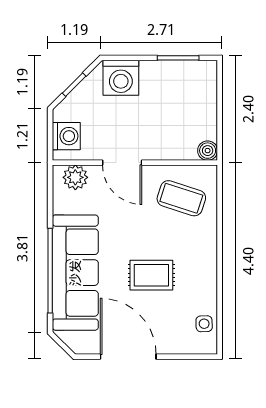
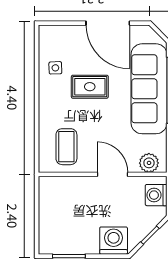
boiler: (208, 151) -> (46, 184), removed
coffee table: (181, 198) -> (66, 147), turned 72
side table: (204, 324) -> (55, 68), moved

